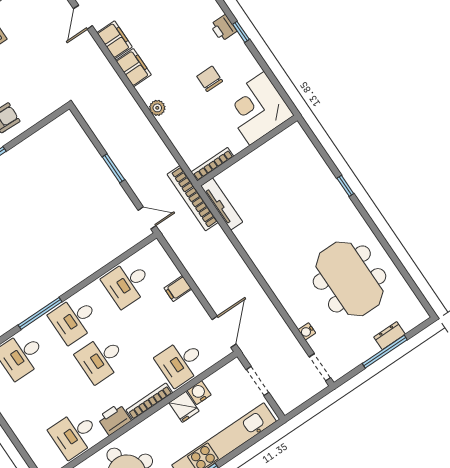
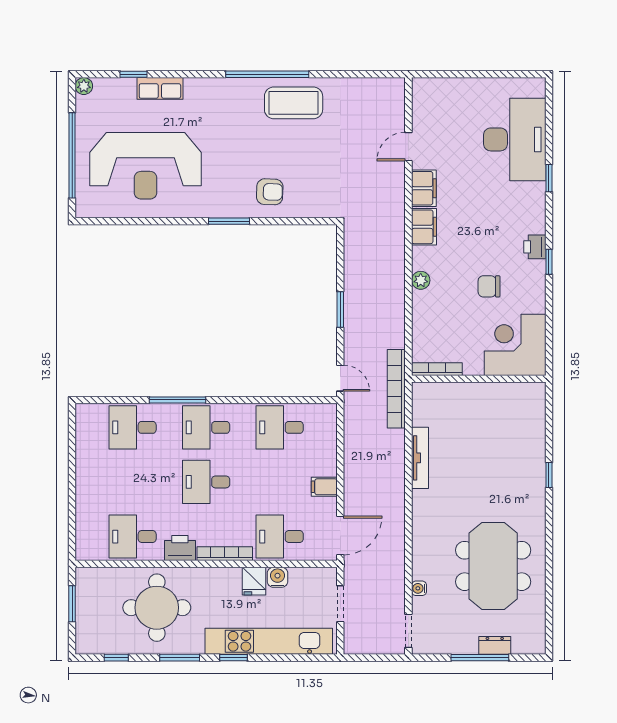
chair: (210, 79) -> (489, 286), turned -90
tv unit: (222, 204) -> (420, 458), moved
filing cabinet: (178, 289) -> (324, 487), moved

